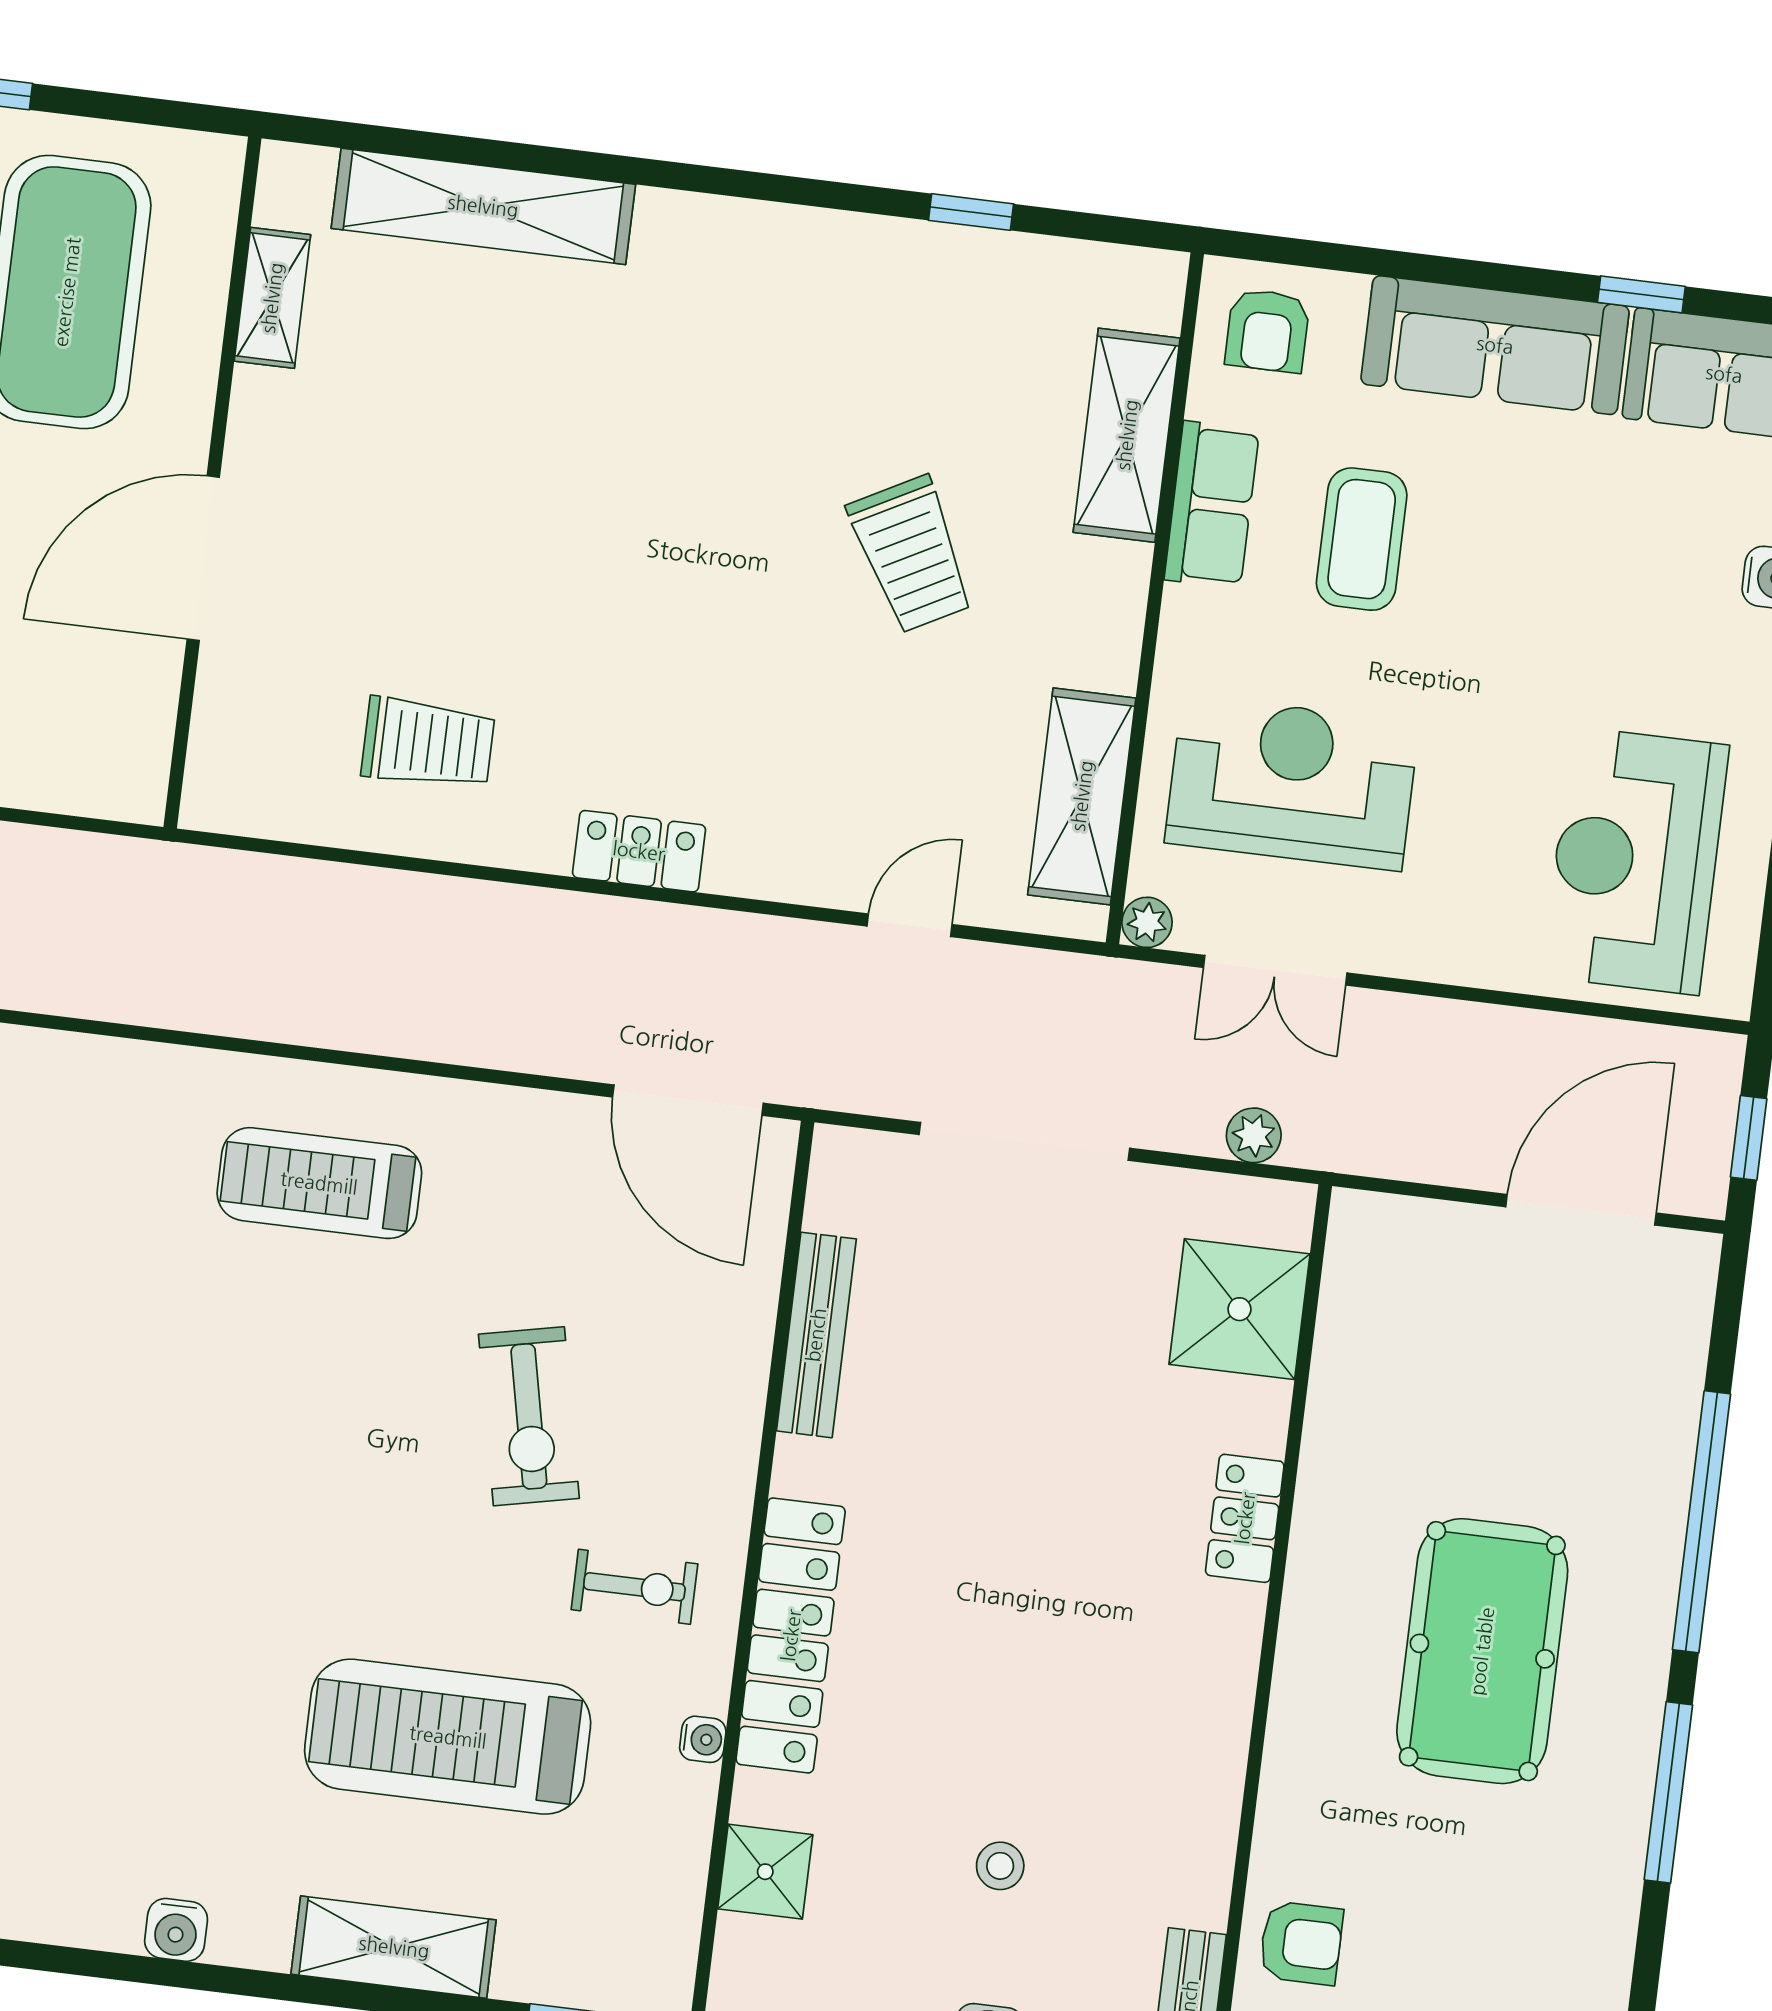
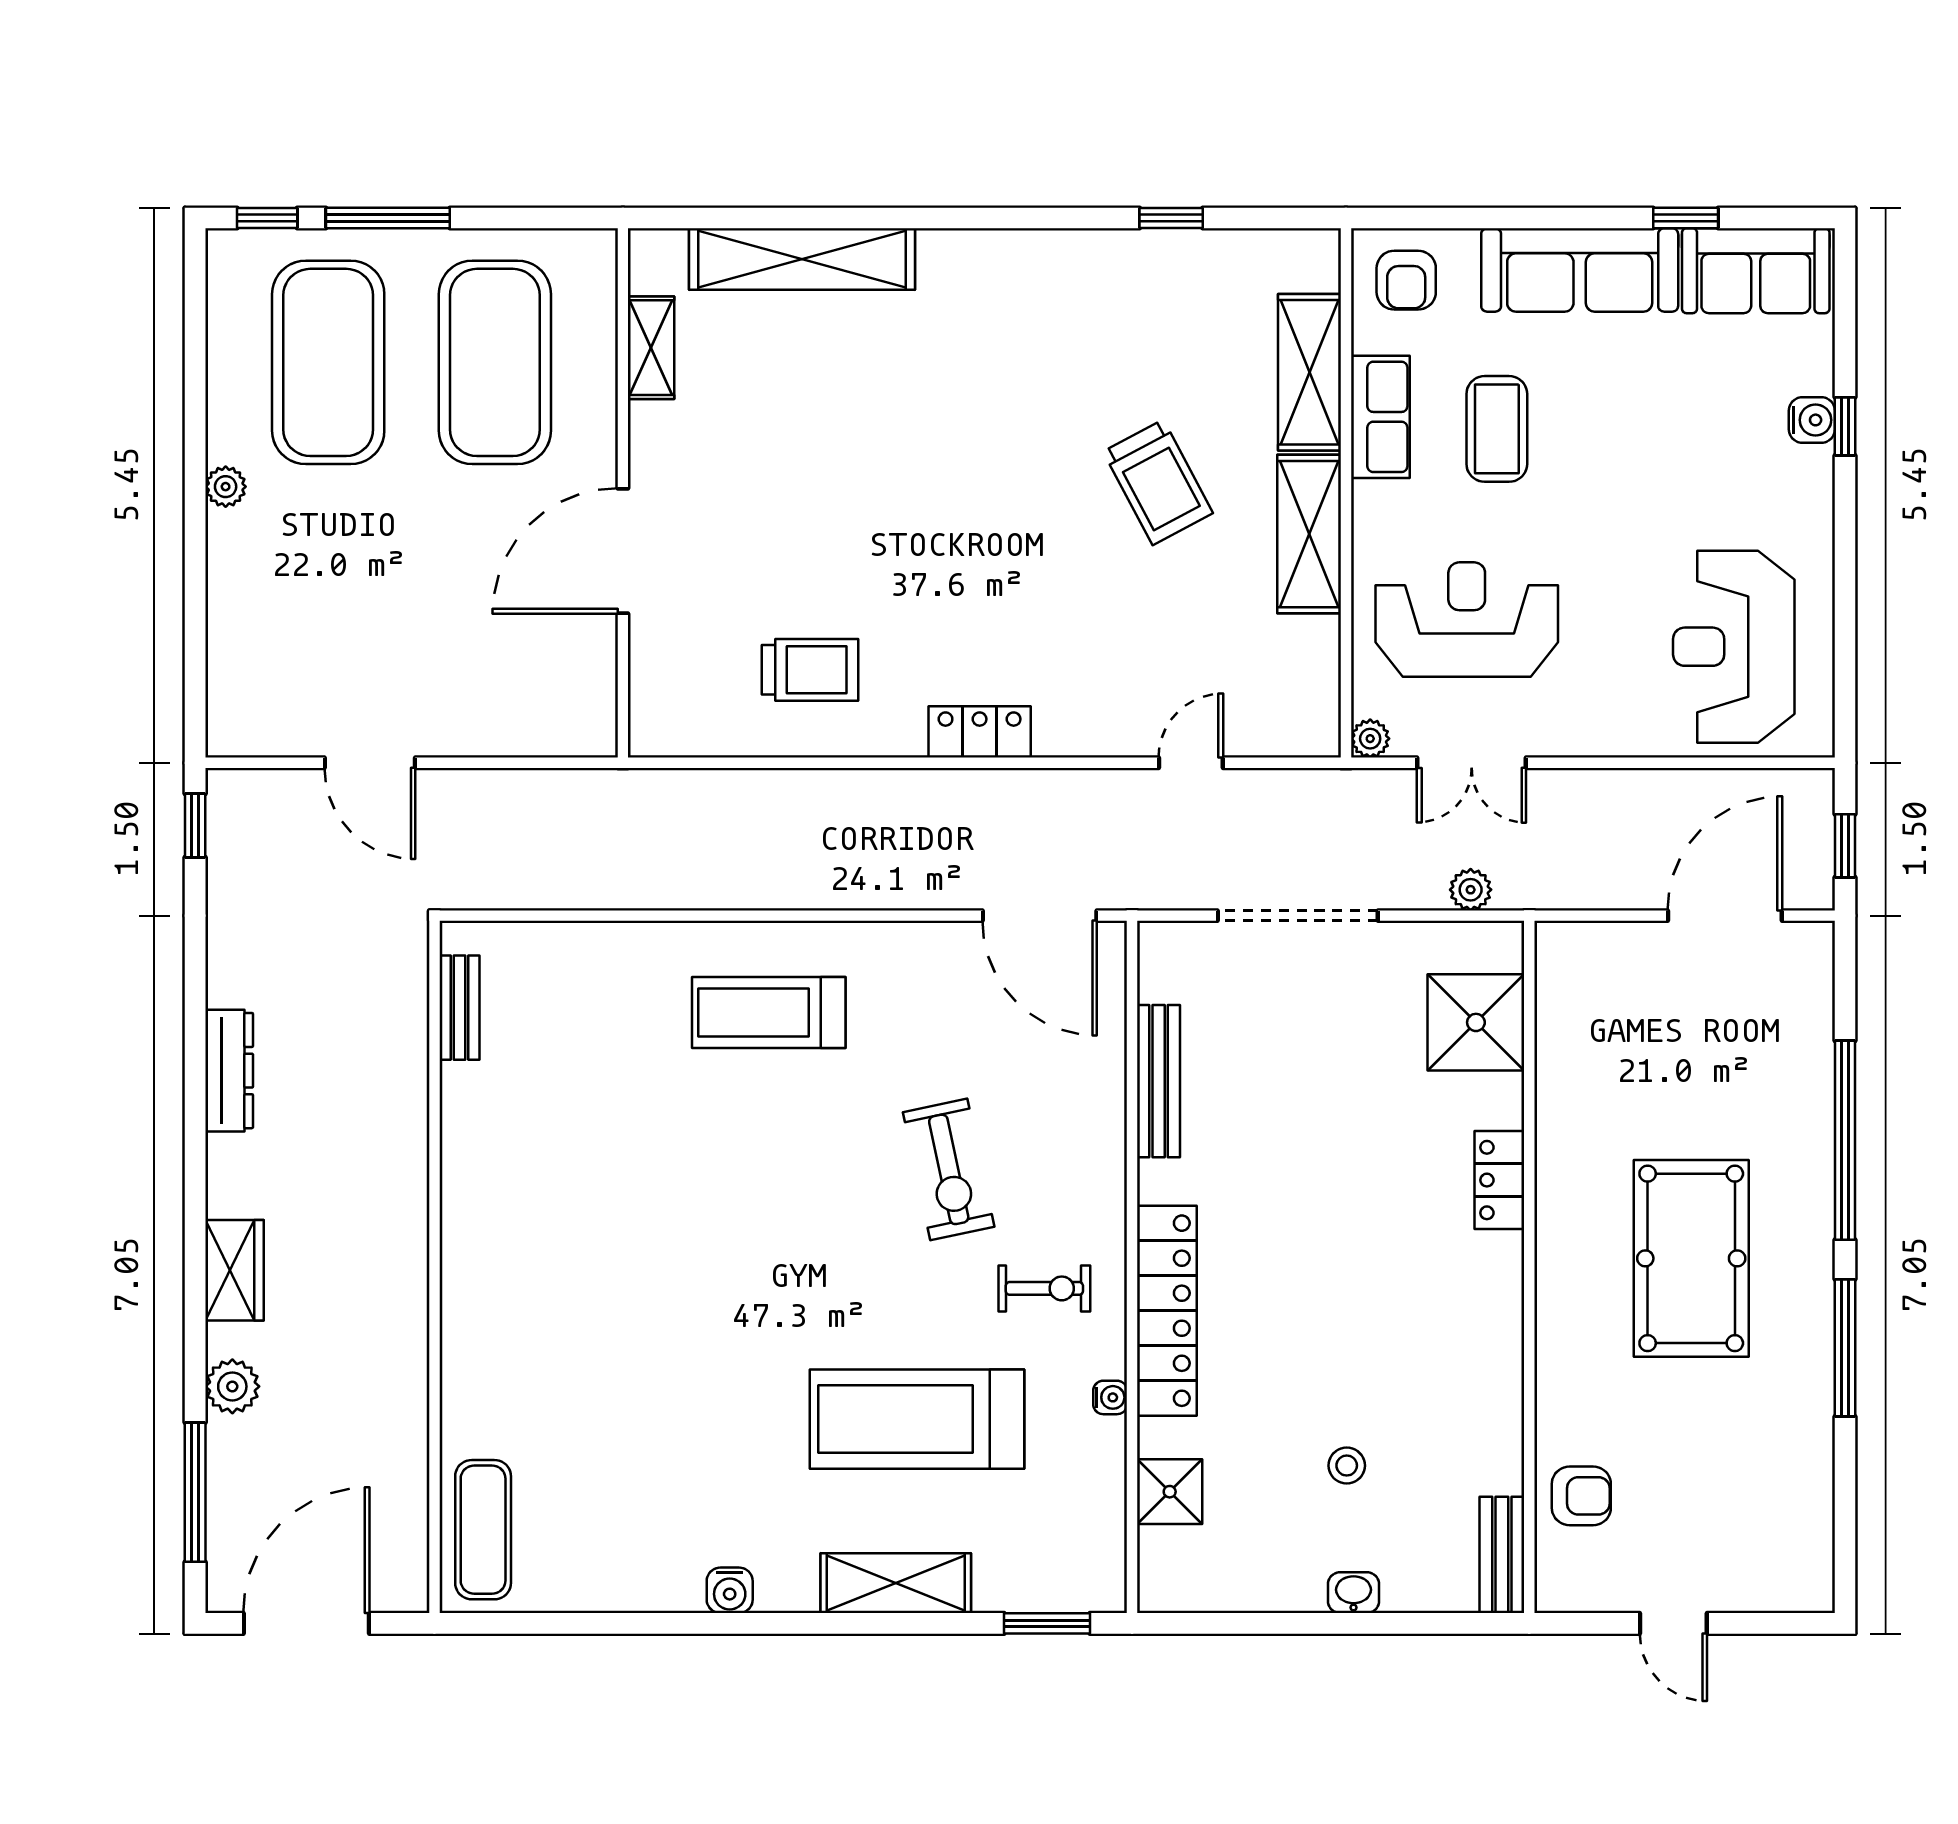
shelving: (1082, 796) -> (1309, 534), moved

